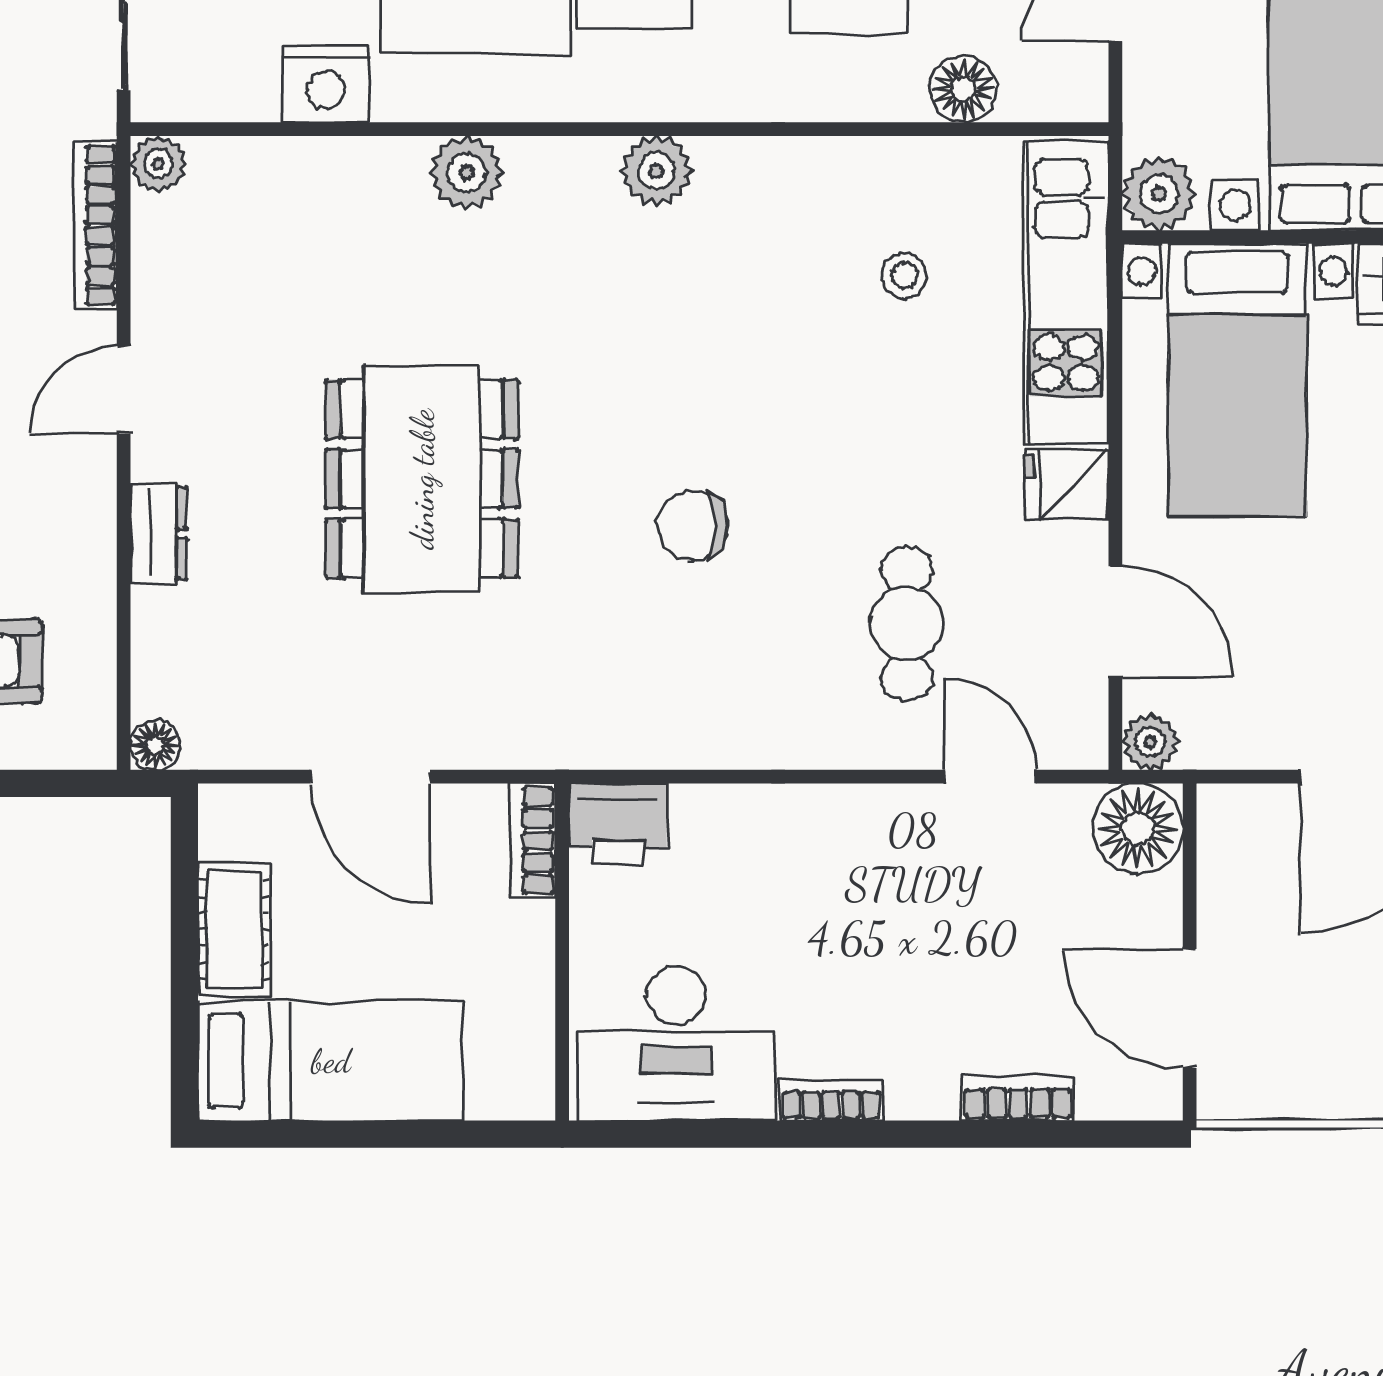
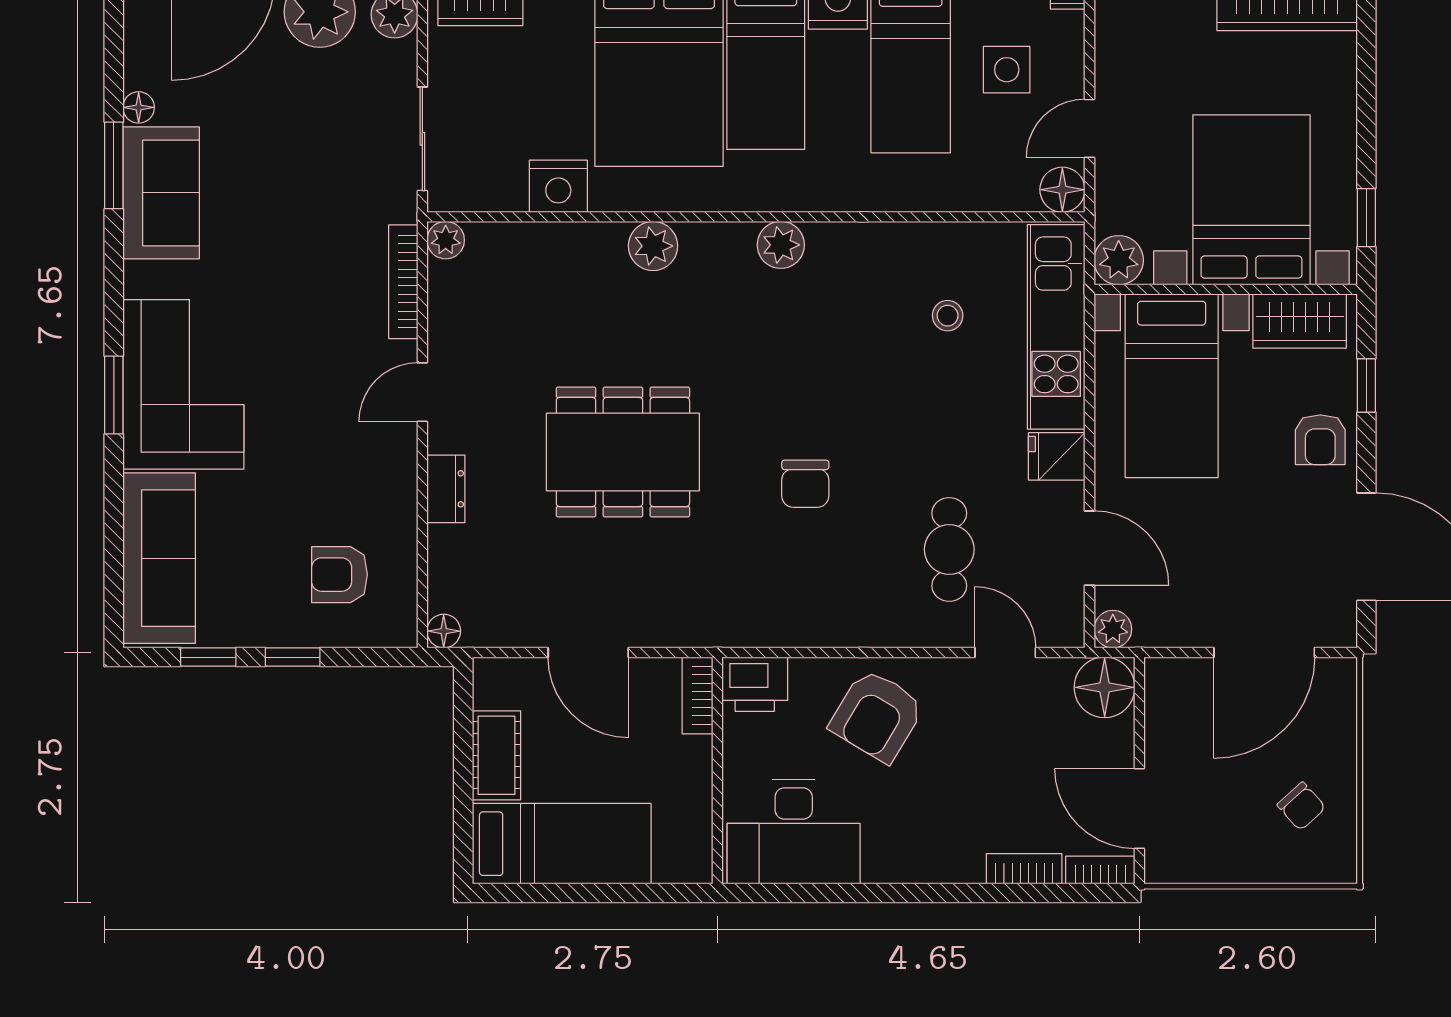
floor lamp: (964, 89) -> (1062, 190), moved
dining table: (422, 479) -> (623, 452), turned 90
chair: (693, 526) -> (805, 484), turned -90
armchair: (799, 871) -> (877, 716), added
bookcase: (831, 1100) -> (1100, 870), moved

